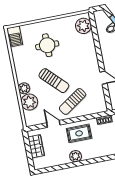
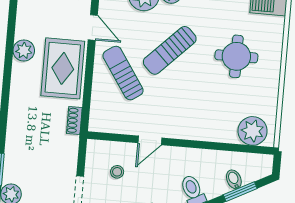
door: (53, 124) -> (93, 27), hinge flipped
rug: (79, 133) -> (63, 68), width x1.36, depth x1.43

